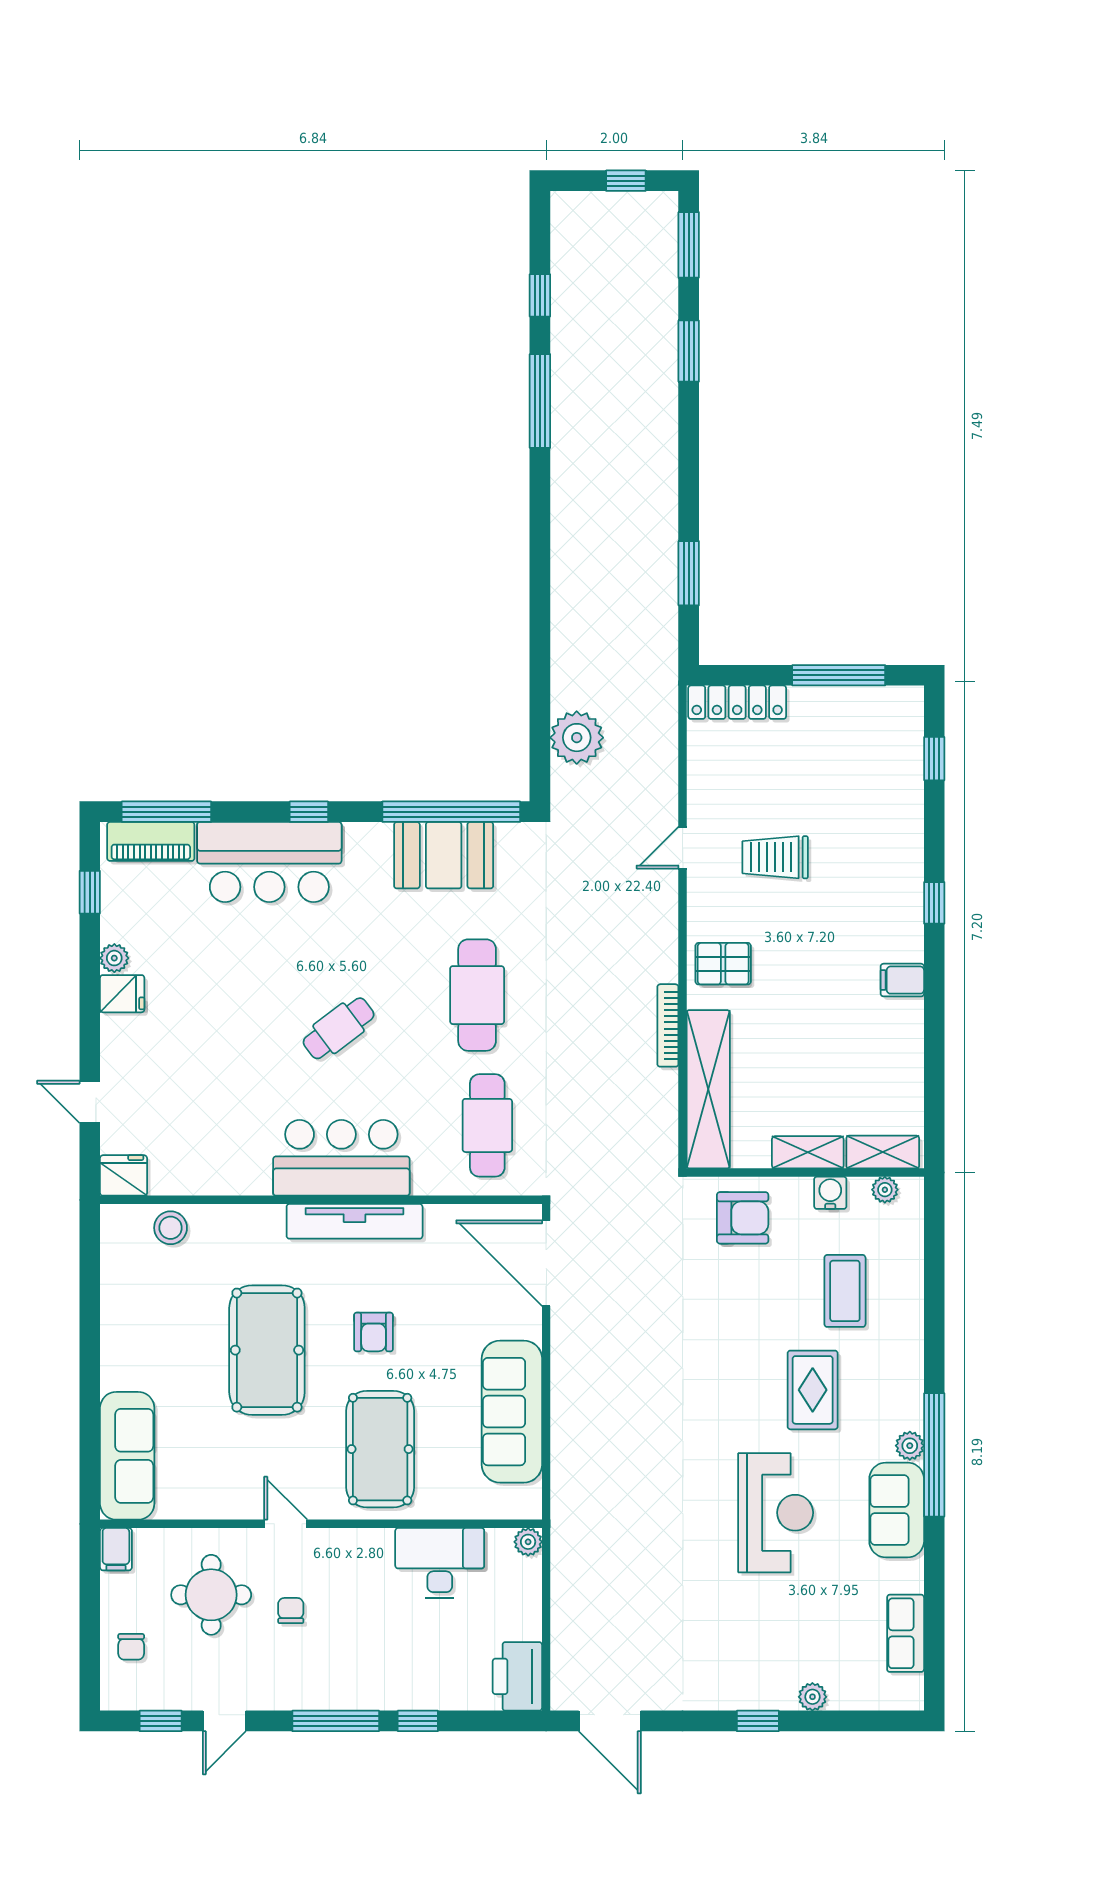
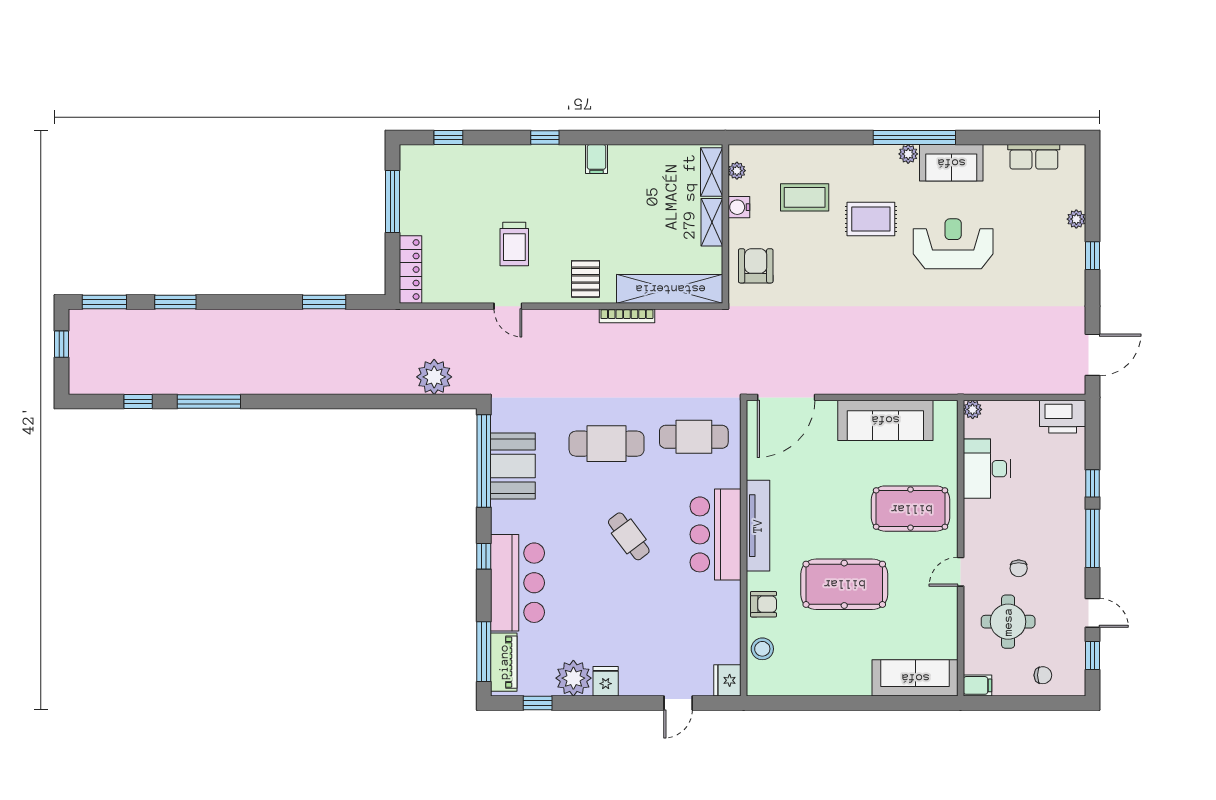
plant: (114, 958) -> (573, 678), width x1.88, depth x1.88
armchair: (374, 1332) -> (763, 604), moved
chair: (291, 1611) -> (1019, 568), turned -90

